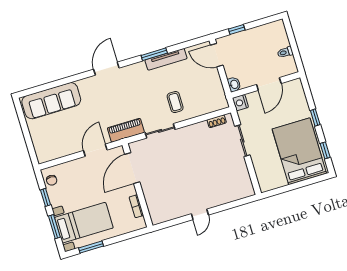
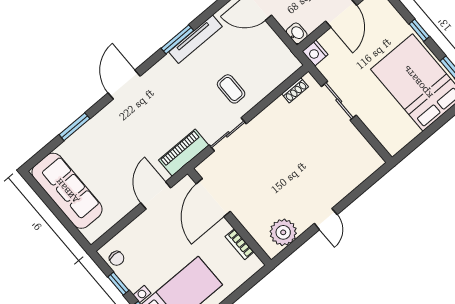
window: (62, 82) -> (74, 127), added
sofa: (51, 101) -> (67, 191), moved, turned -90
plant: (168, 211) -> (283, 232), added

